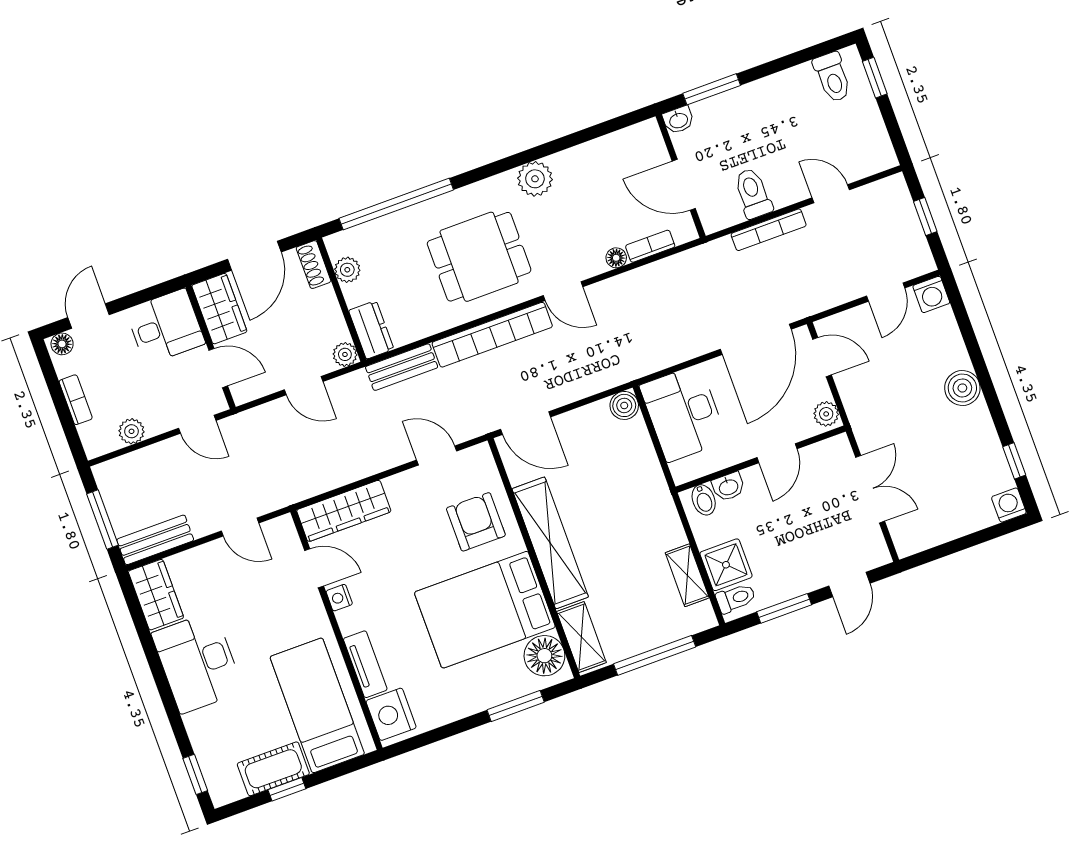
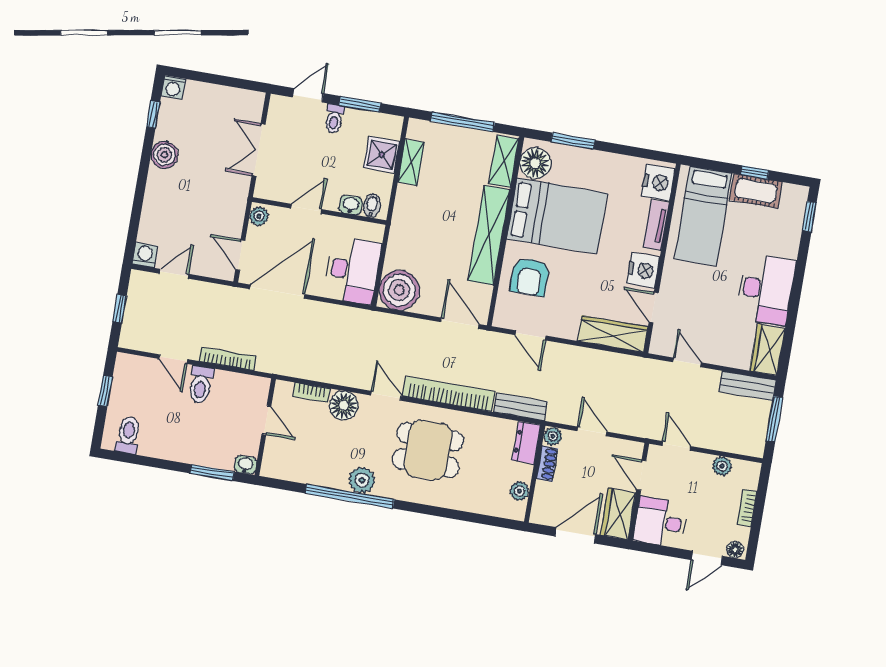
window: (875, 78) -> (105, 391), moved
door: (684, 185) -> (266, 420), width x0.73
toilet: (753, 193) -> (201, 385), moved
window: (396, 204) -> (350, 496), moved
floor lamp: (616, 258) -> (344, 406), width x1.89, depth x1.89
shoe rack: (314, 265) -> (547, 464), moved
boiler: (962, 388) -> (164, 155), moved
boiler: (624, 405) -> (399, 290), width x1.86, depth x1.86
nightstand: (339, 598) -> (643, 270), width x1.89, depth x1.79
toilet: (736, 598) -> (334, 119), moved, turned -90

